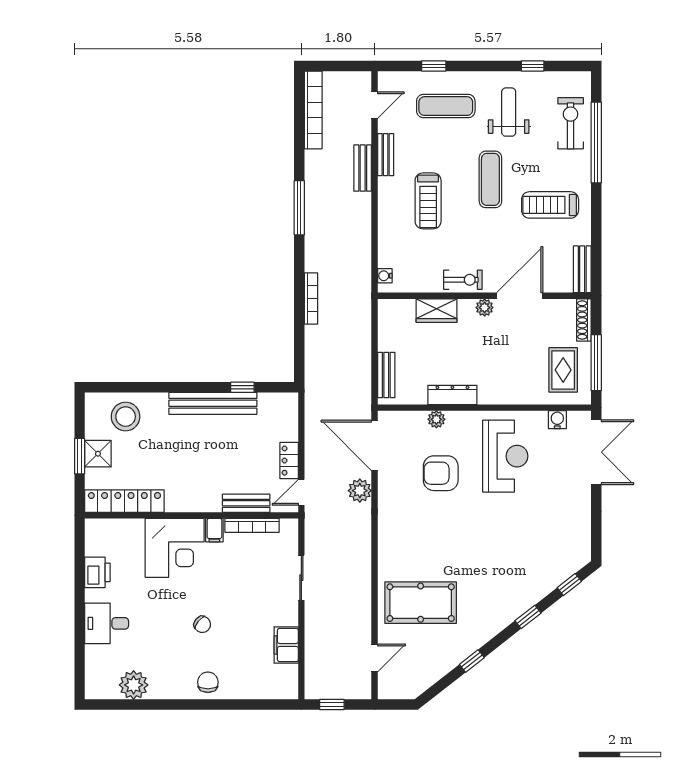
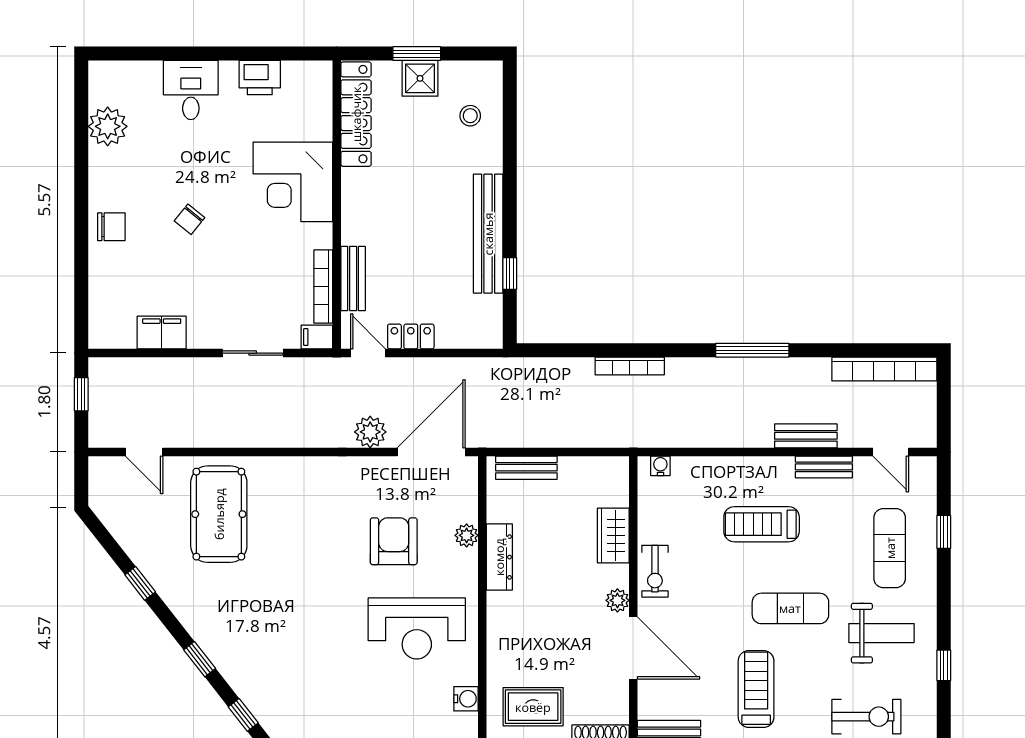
stool: (126, 417) -> (470, 116), width x0.53, depth x0.53
filing cabinet: (214, 530) -> (317, 337), moved

